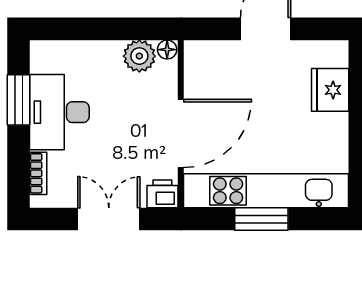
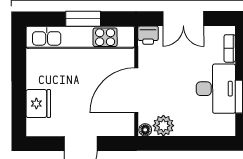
door: (181, 133) -> (136, 90), moved

